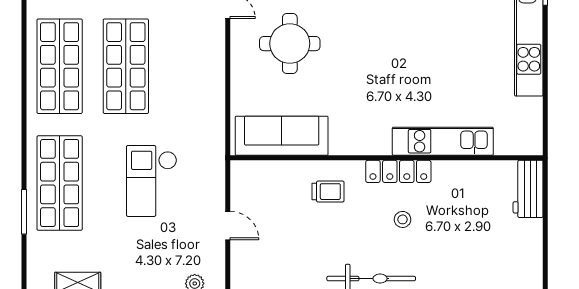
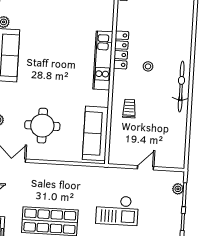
kitchen unit: (443, 141) -> (103, 60), moved
locker: (398, 171) -> (121, 50), moved

